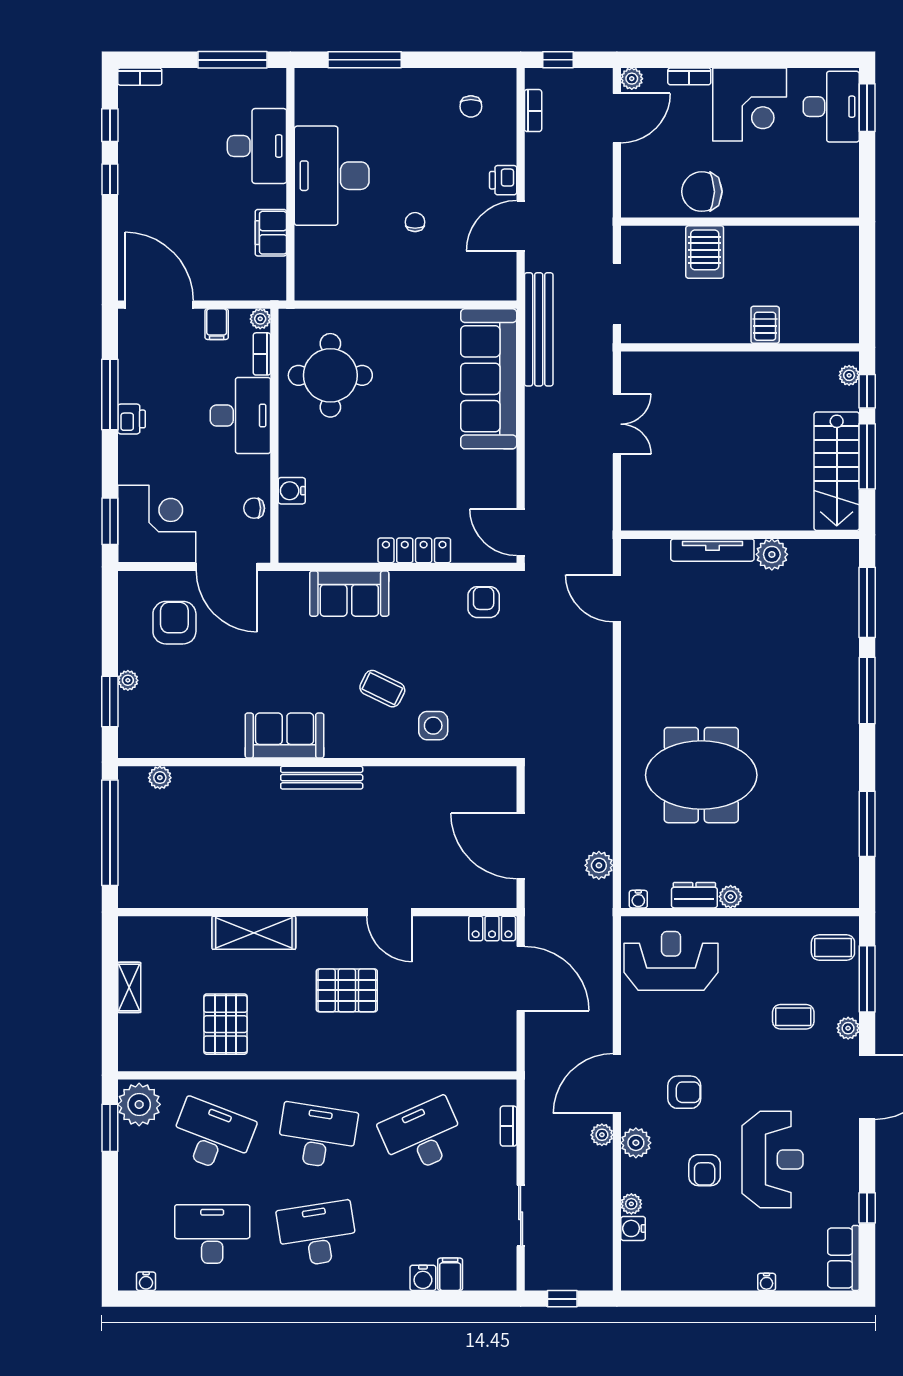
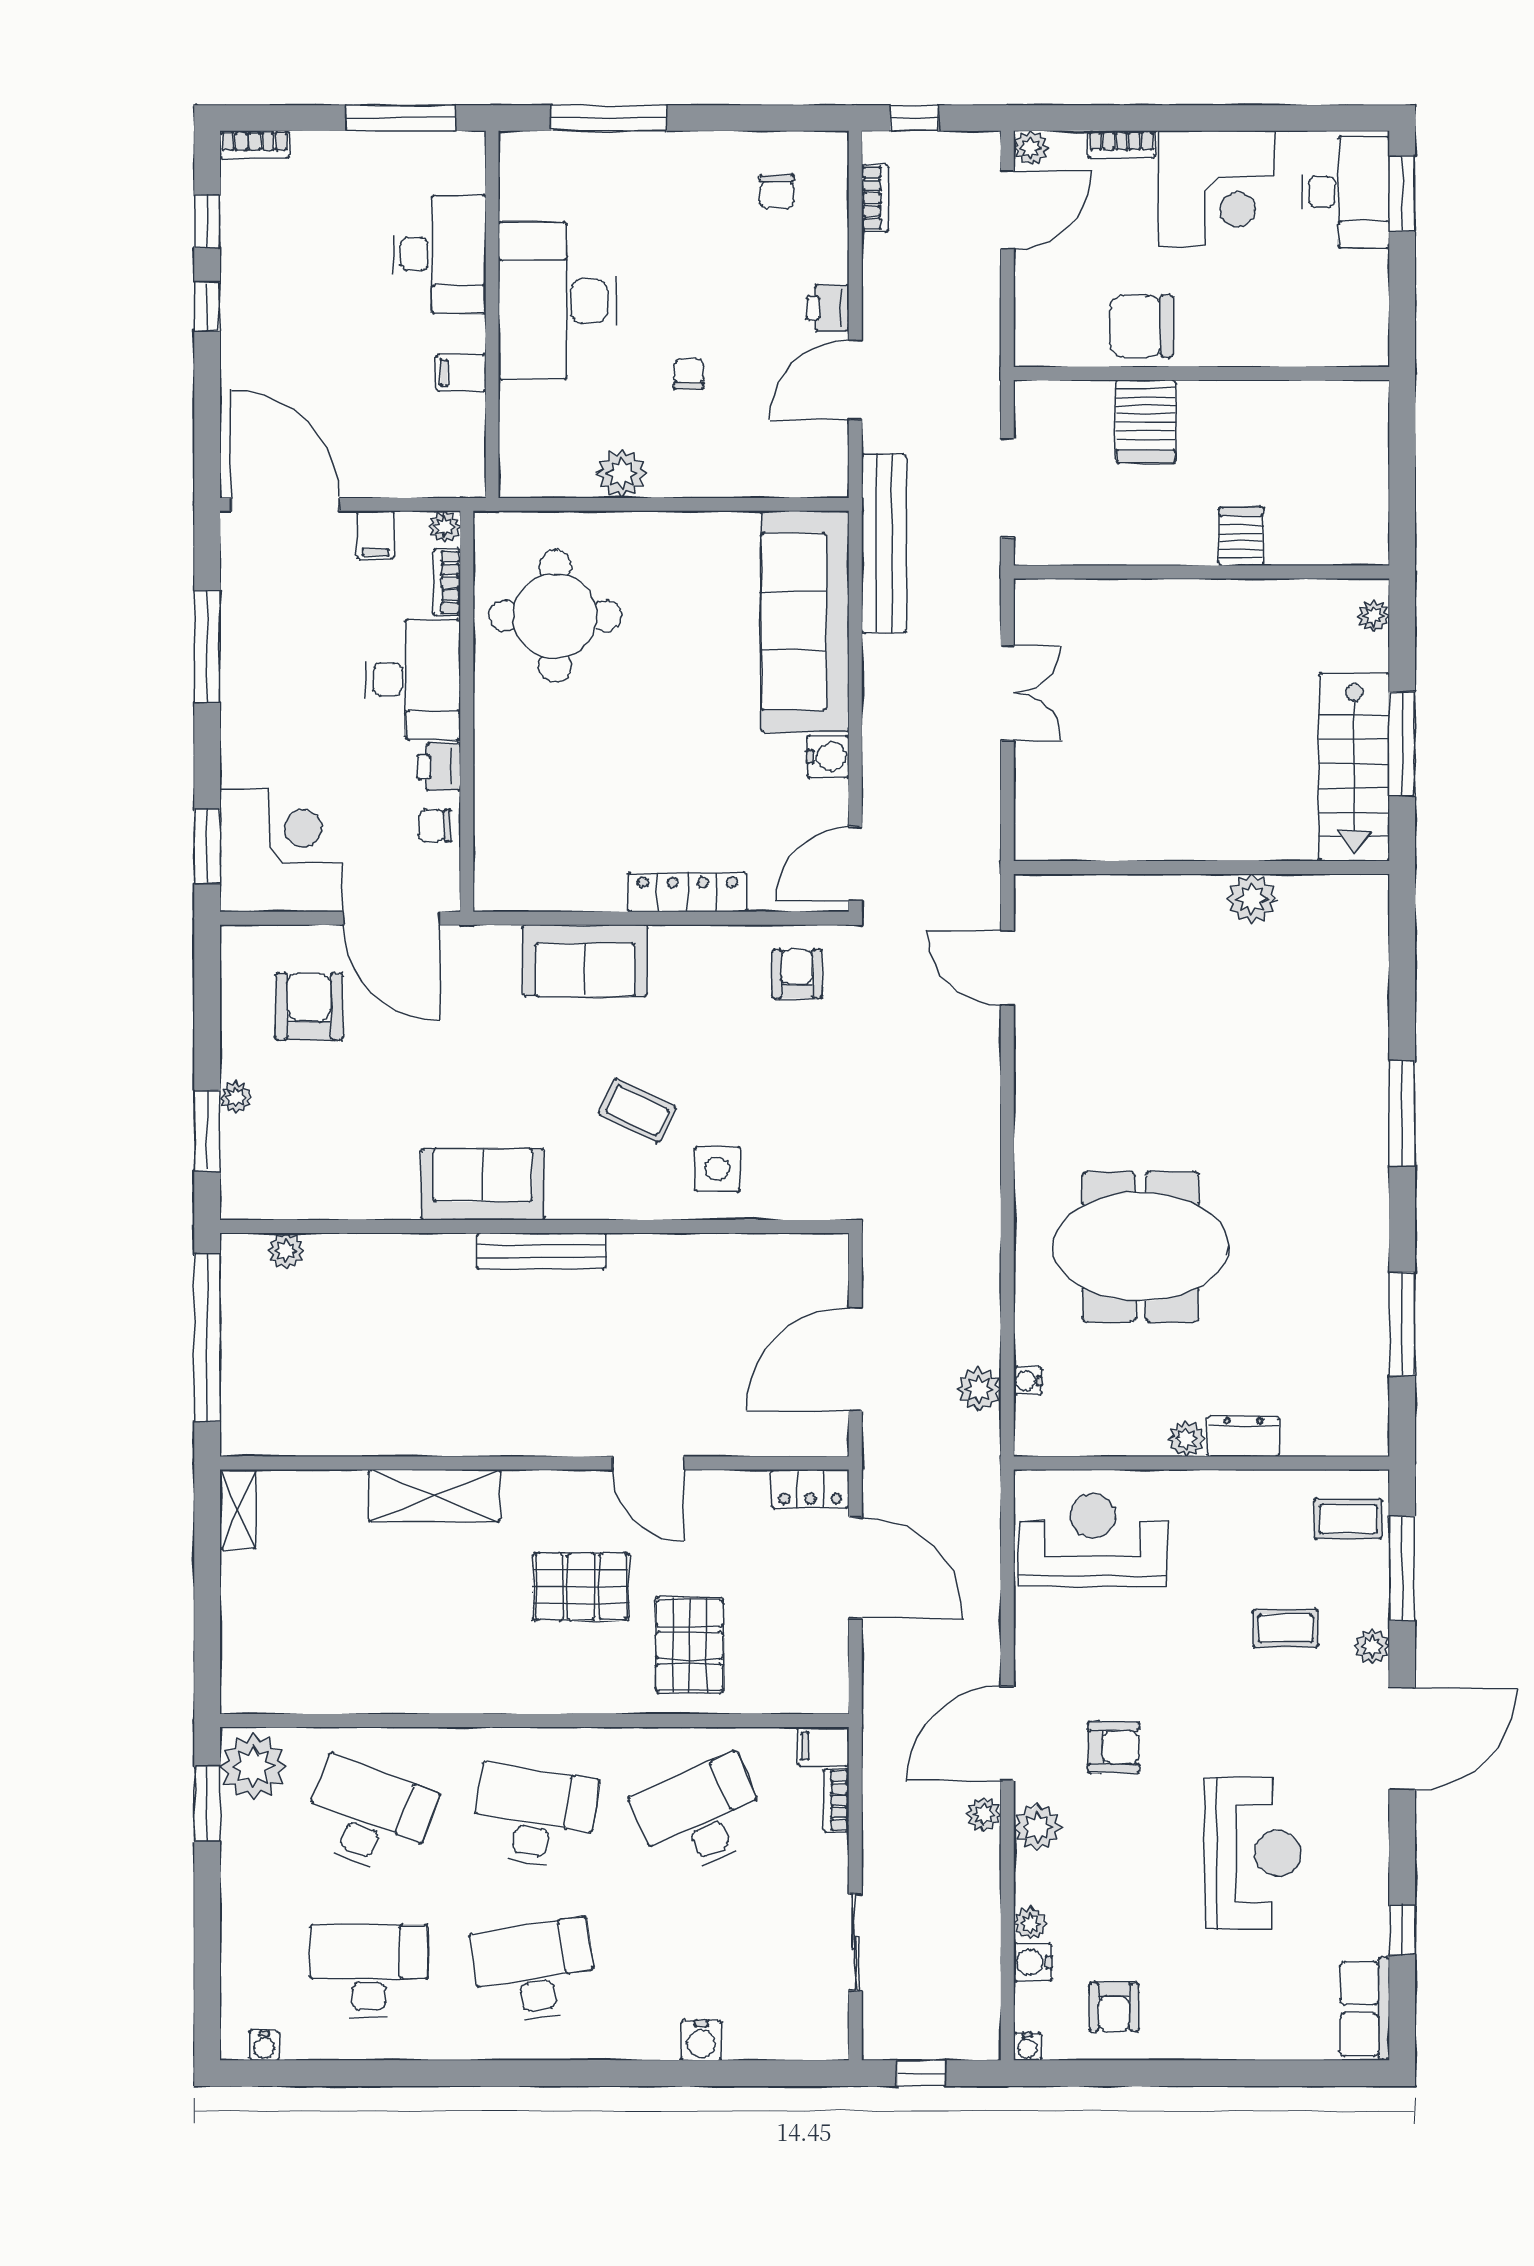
filing cabinet: (271, 233) -> (461, 372), width x0.50
plant: (373, 285) -> (622, 473), added
window: (867, 391) -> (1402, 641), removed
printer: (132, 419) -> (439, 767), moved, turned 180
water cooler: (292, 491) -> (828, 757), moved, turned 180
door: (521, 532) -> (855, 864), hinge flipped
tv unit: (712, 550) -> (1158, 892), removed
window: (867, 602) -> (1402, 974), removed
door: (521, 846) -> (855, 1359), hinge flipped
dresser: (694, 895) -> (1244, 1436), moved
water cooler: (638, 899) -> (1028, 1381), moved, turned 90
shelving: (129, 987) -> (238, 1509), moved
pallet: (226, 1024) -> (689, 1645), moved
armchair: (705, 1170) -> (1114, 2007), moved
filing cabinet: (450, 1274) -> (823, 1746), moved, turned -90
water cooler: (767, 1282) -> (1028, 2047), moved

